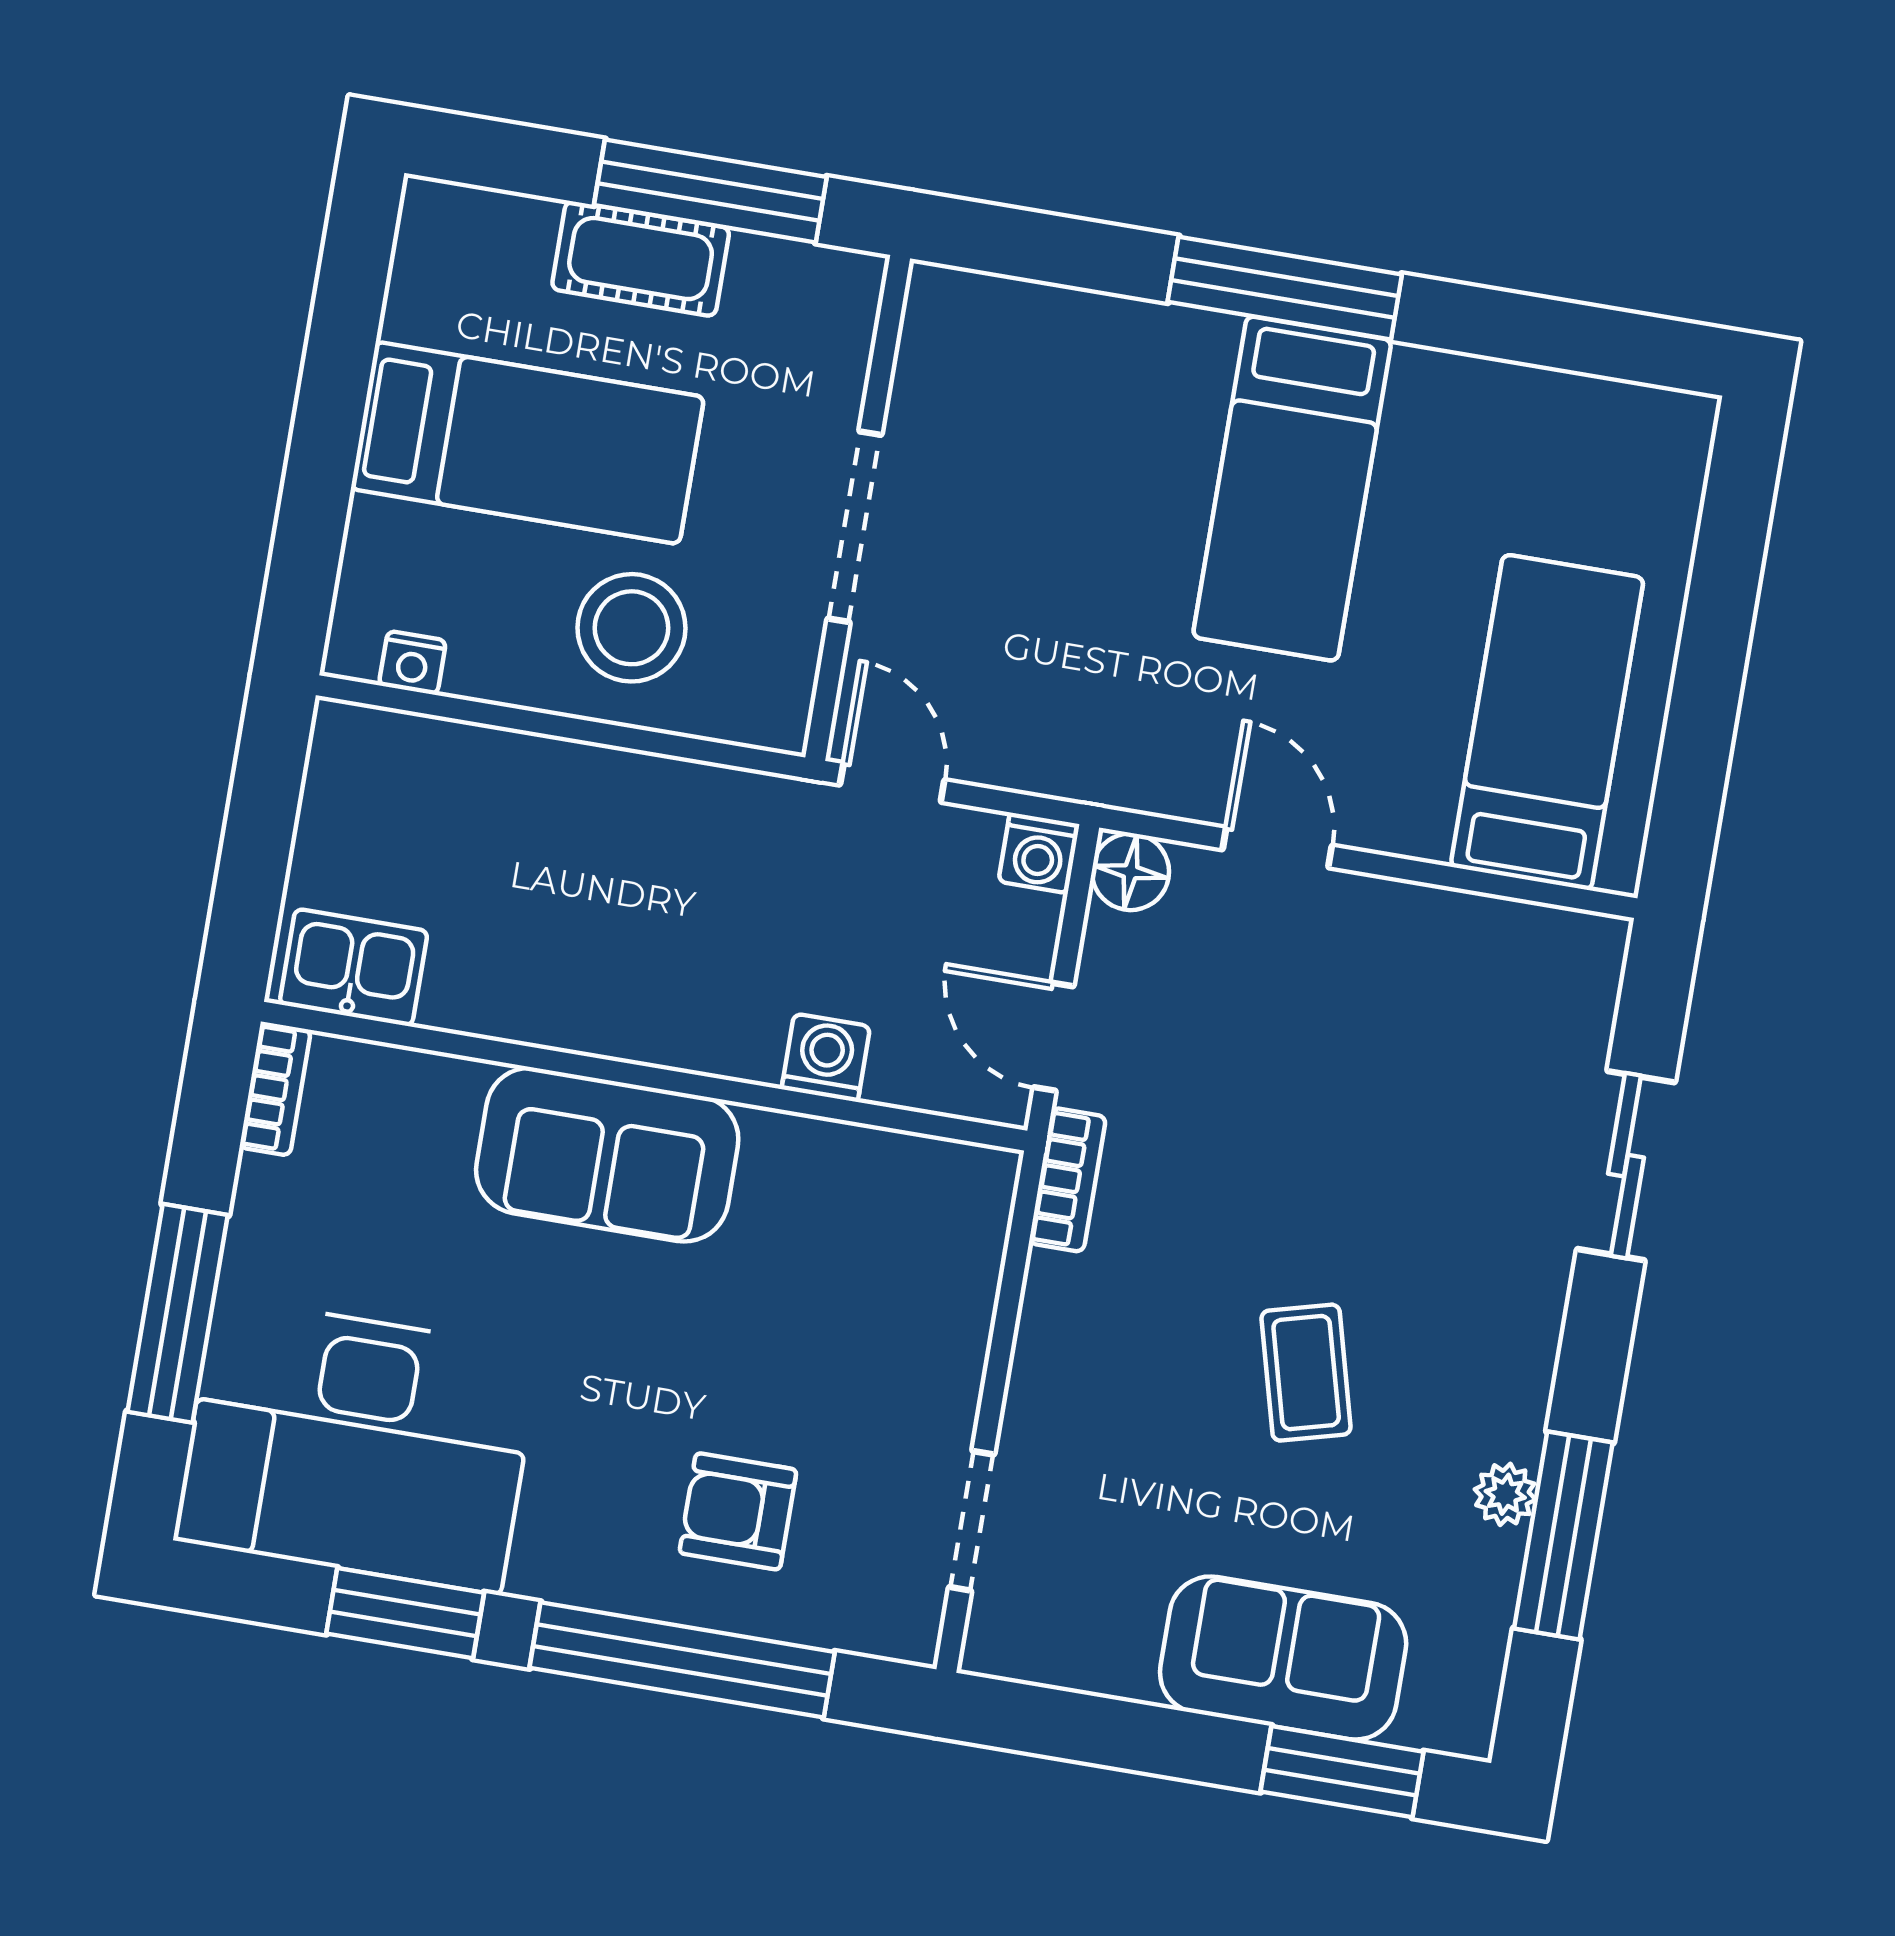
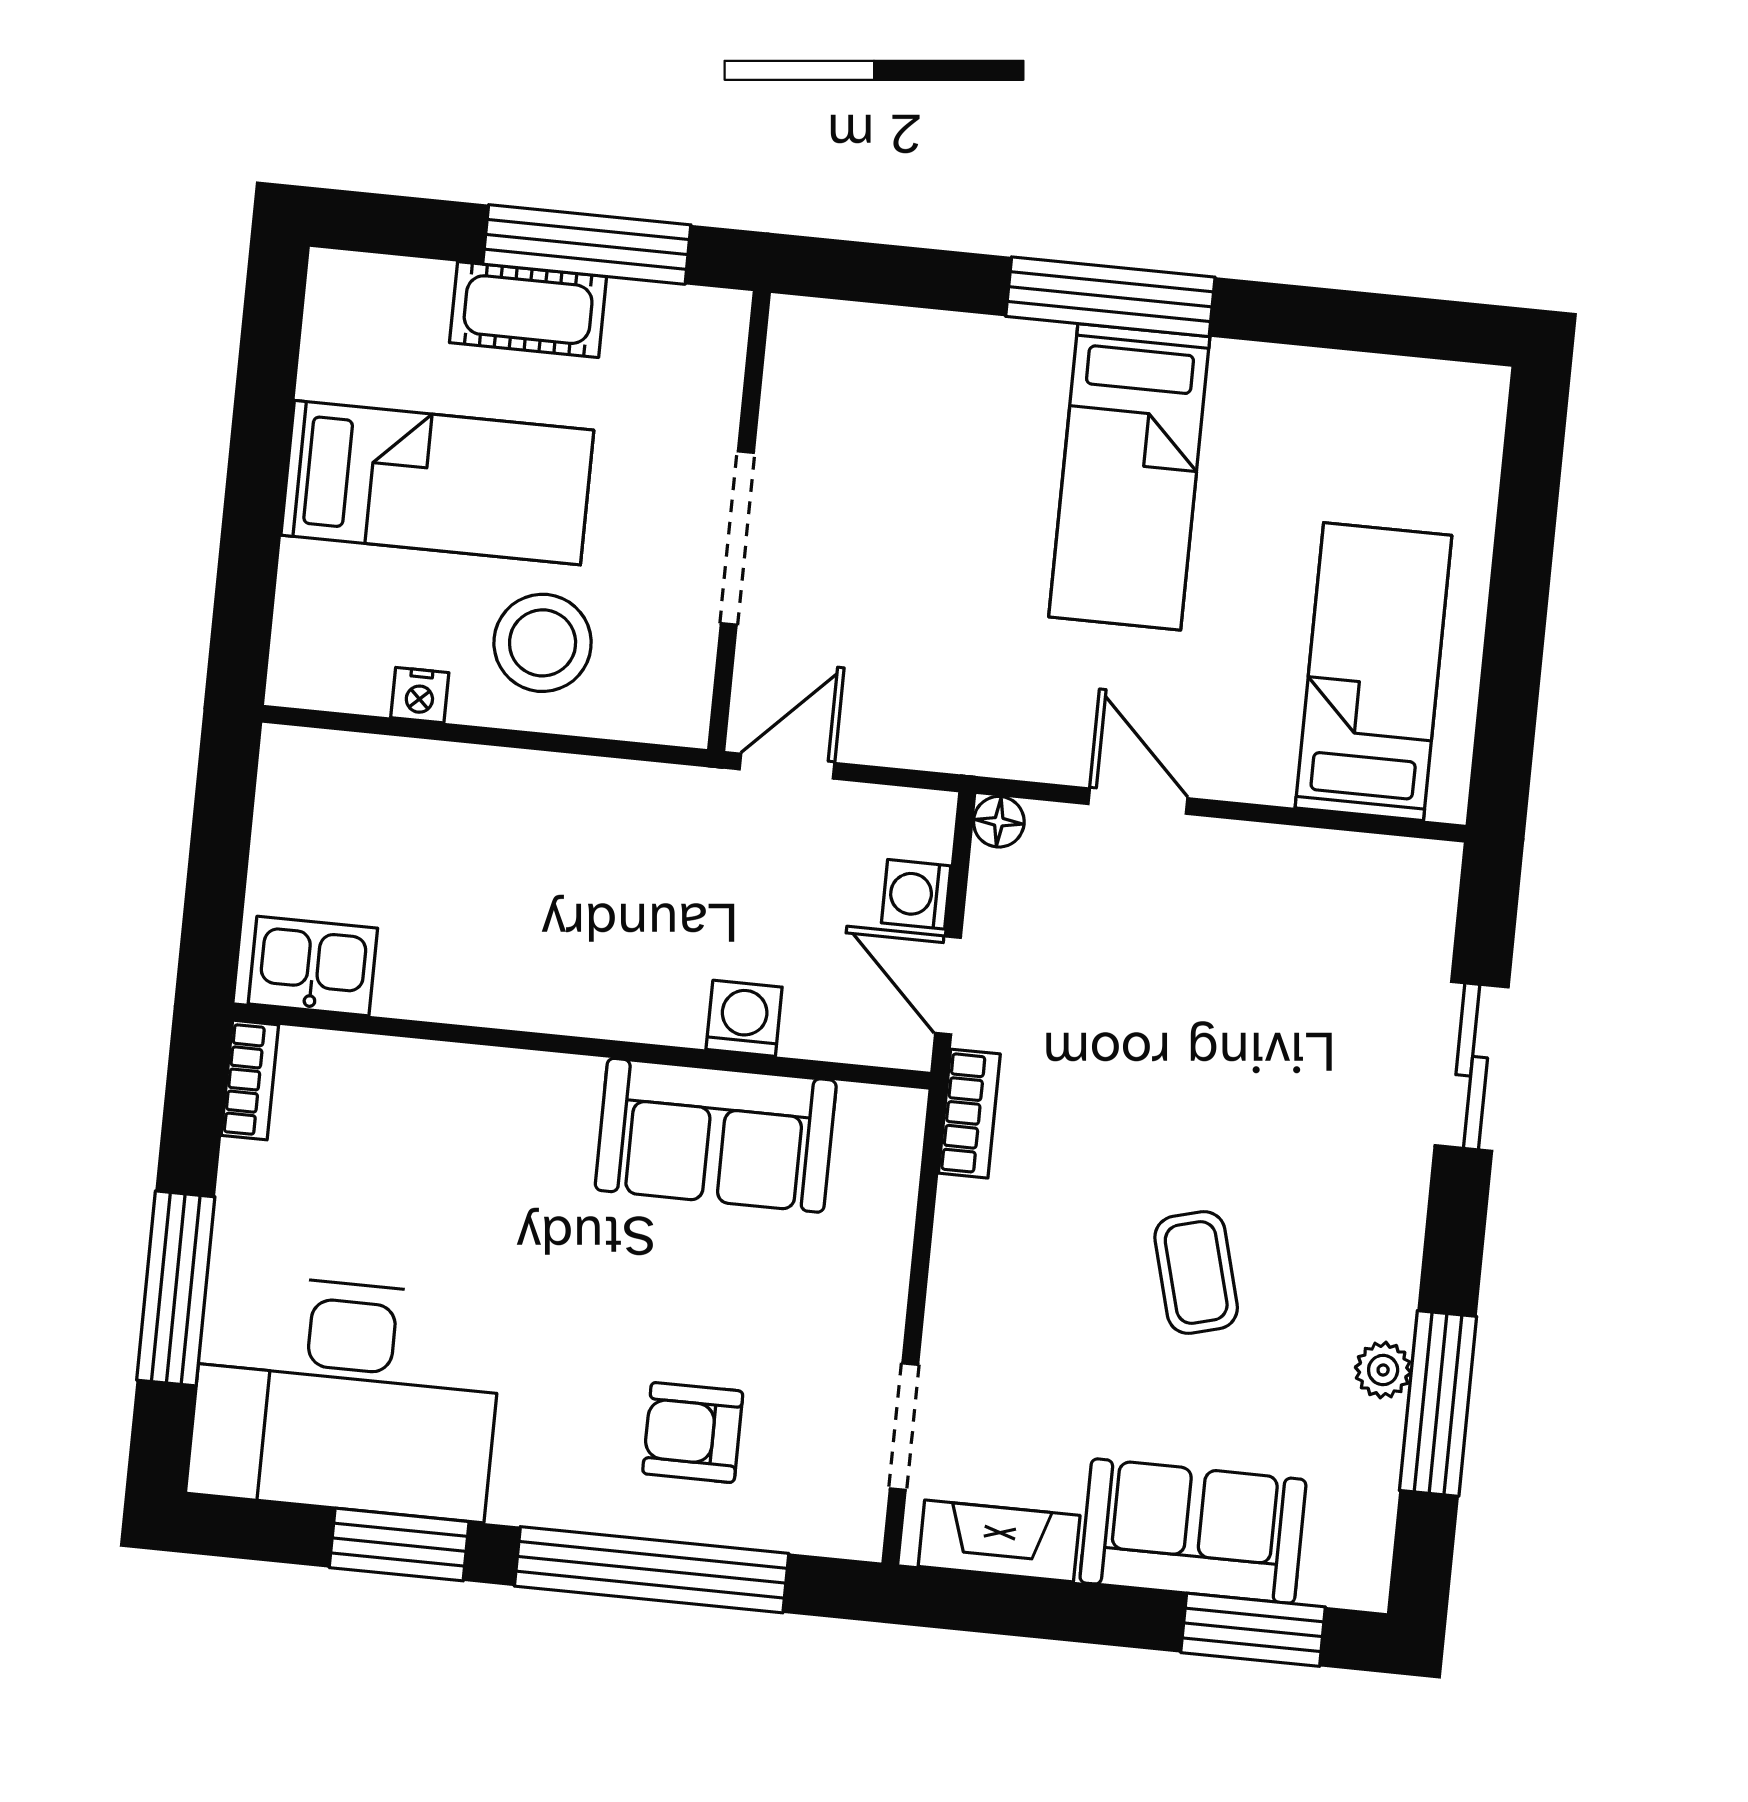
nightstand: (412, 663) -> (420, 695), moved
door: (892, 782) -> (787, 766), hinge flipped
washing machine: (1039, 853) -> (916, 894), moved, turned 90
floor lamp: (1131, 872) -> (999, 822), width x0.73, depth x0.73
sofa: (607, 1155) -> (716, 1135), moved
fireplace: (1068, 1654) -> (999, 1541), added

